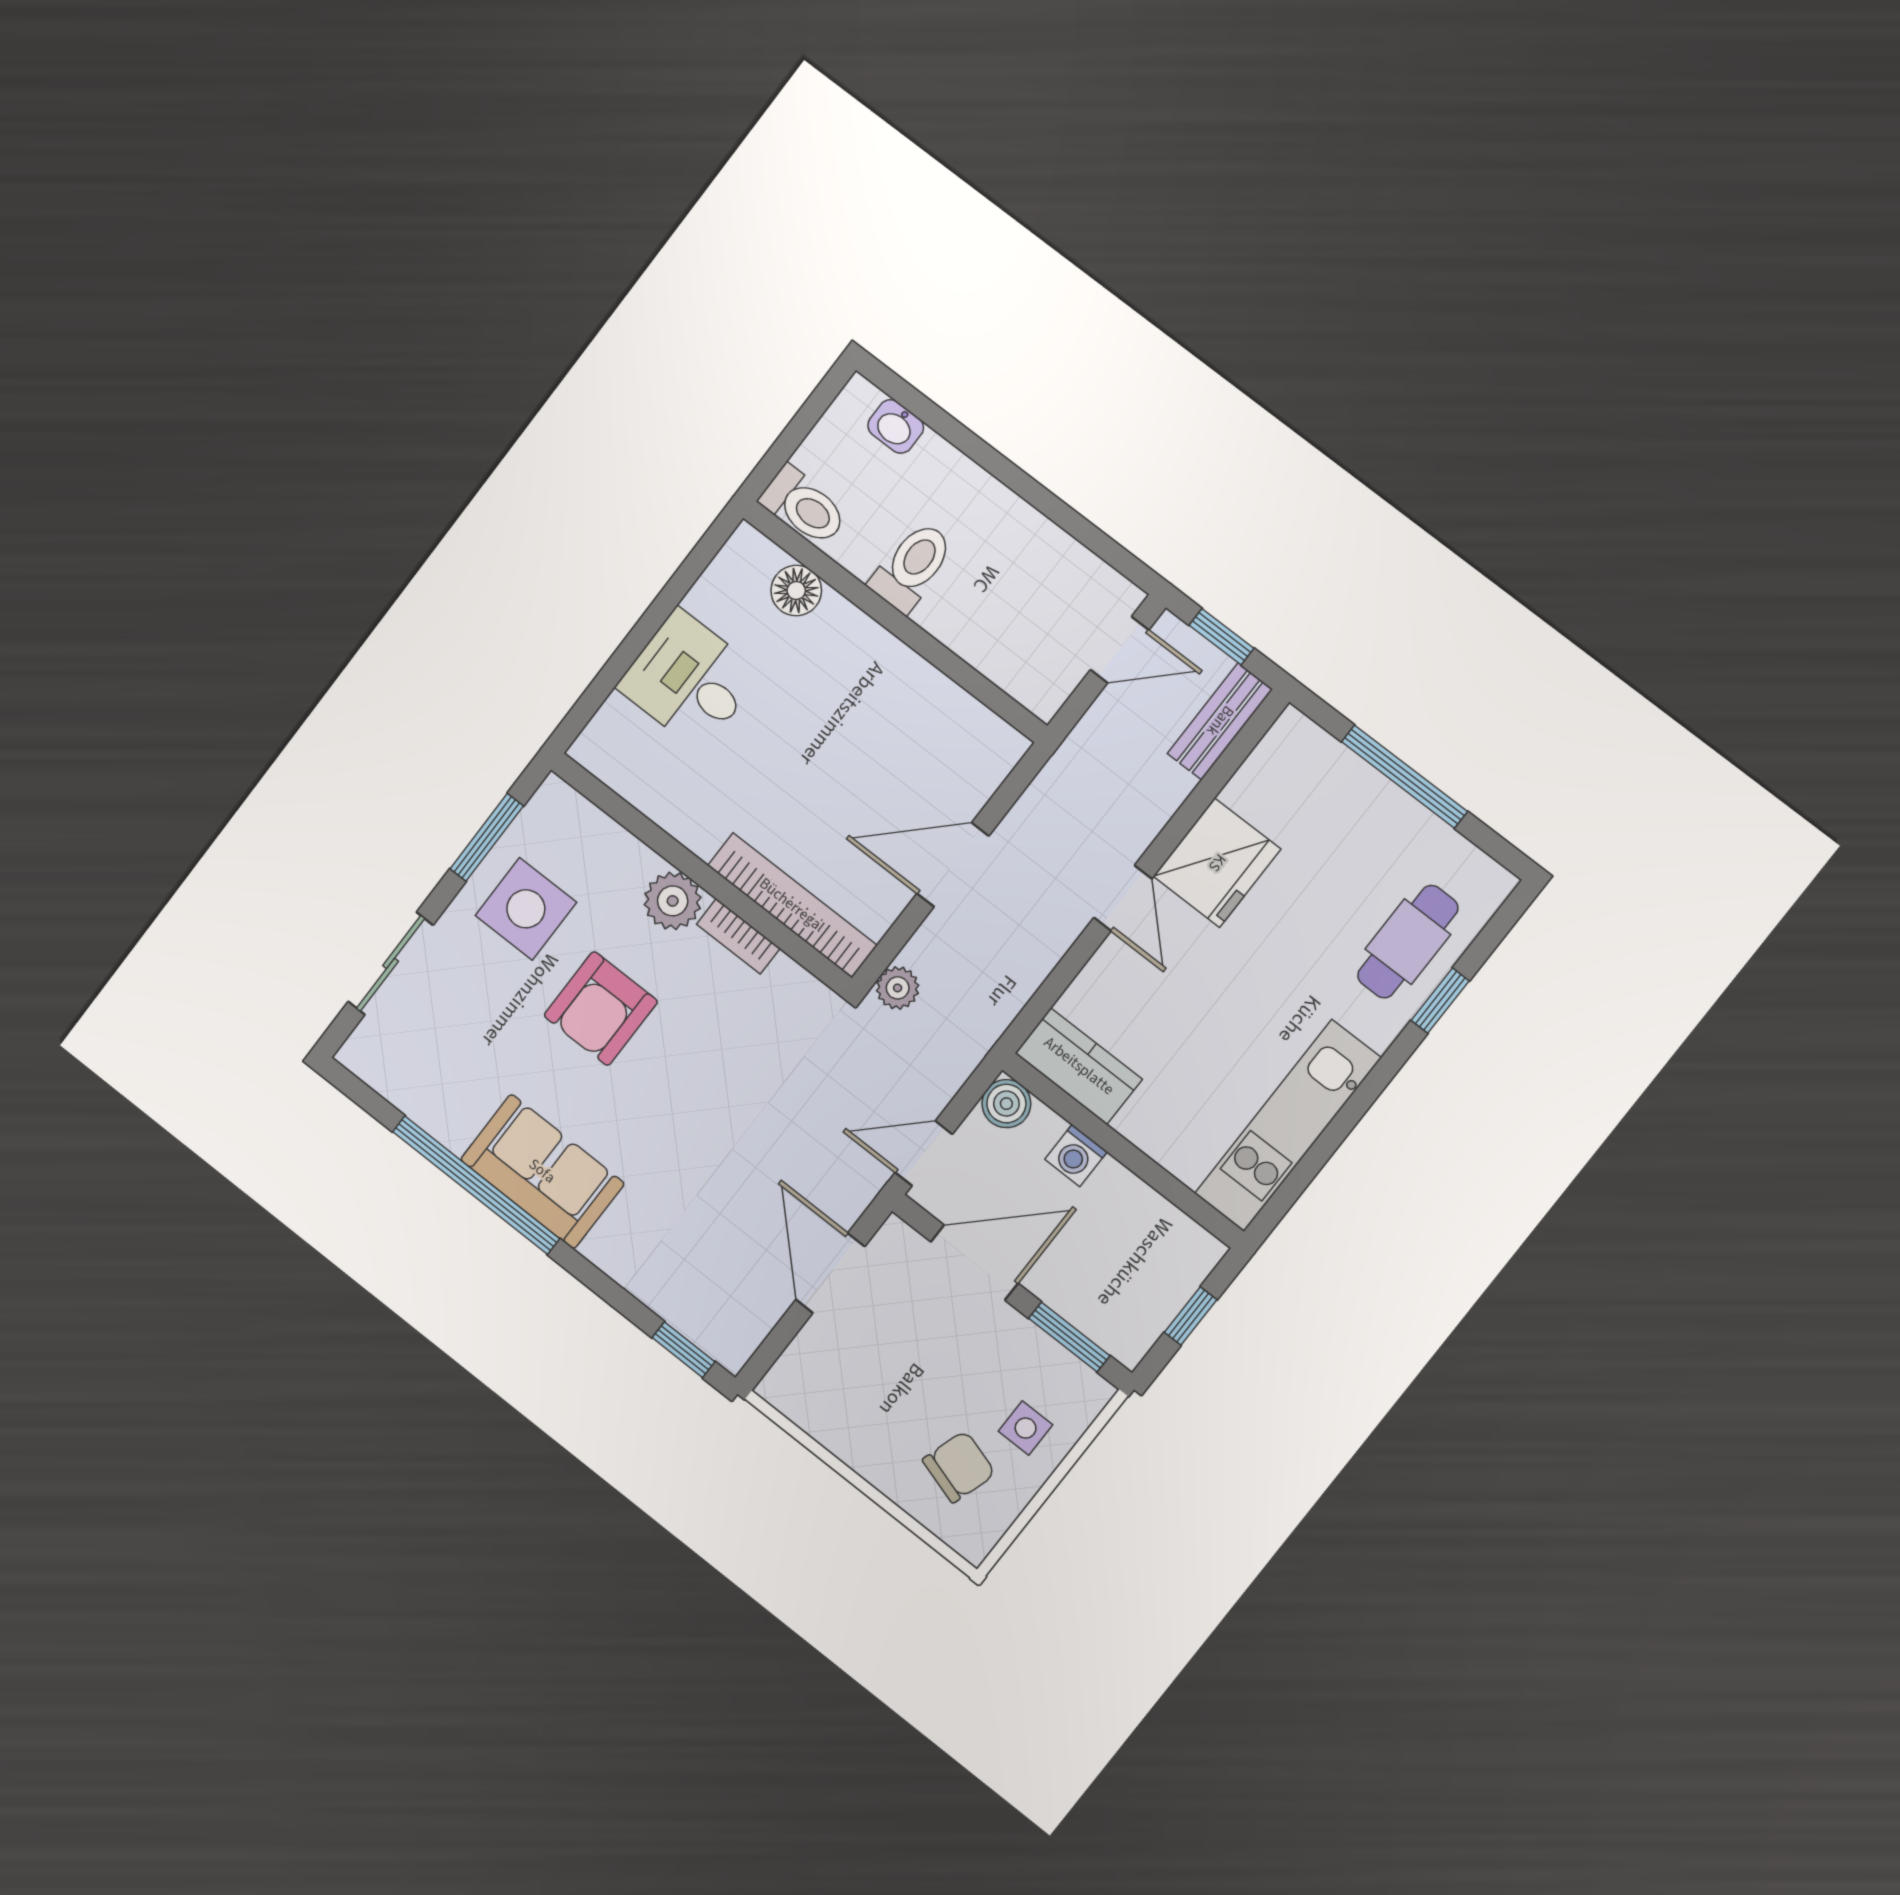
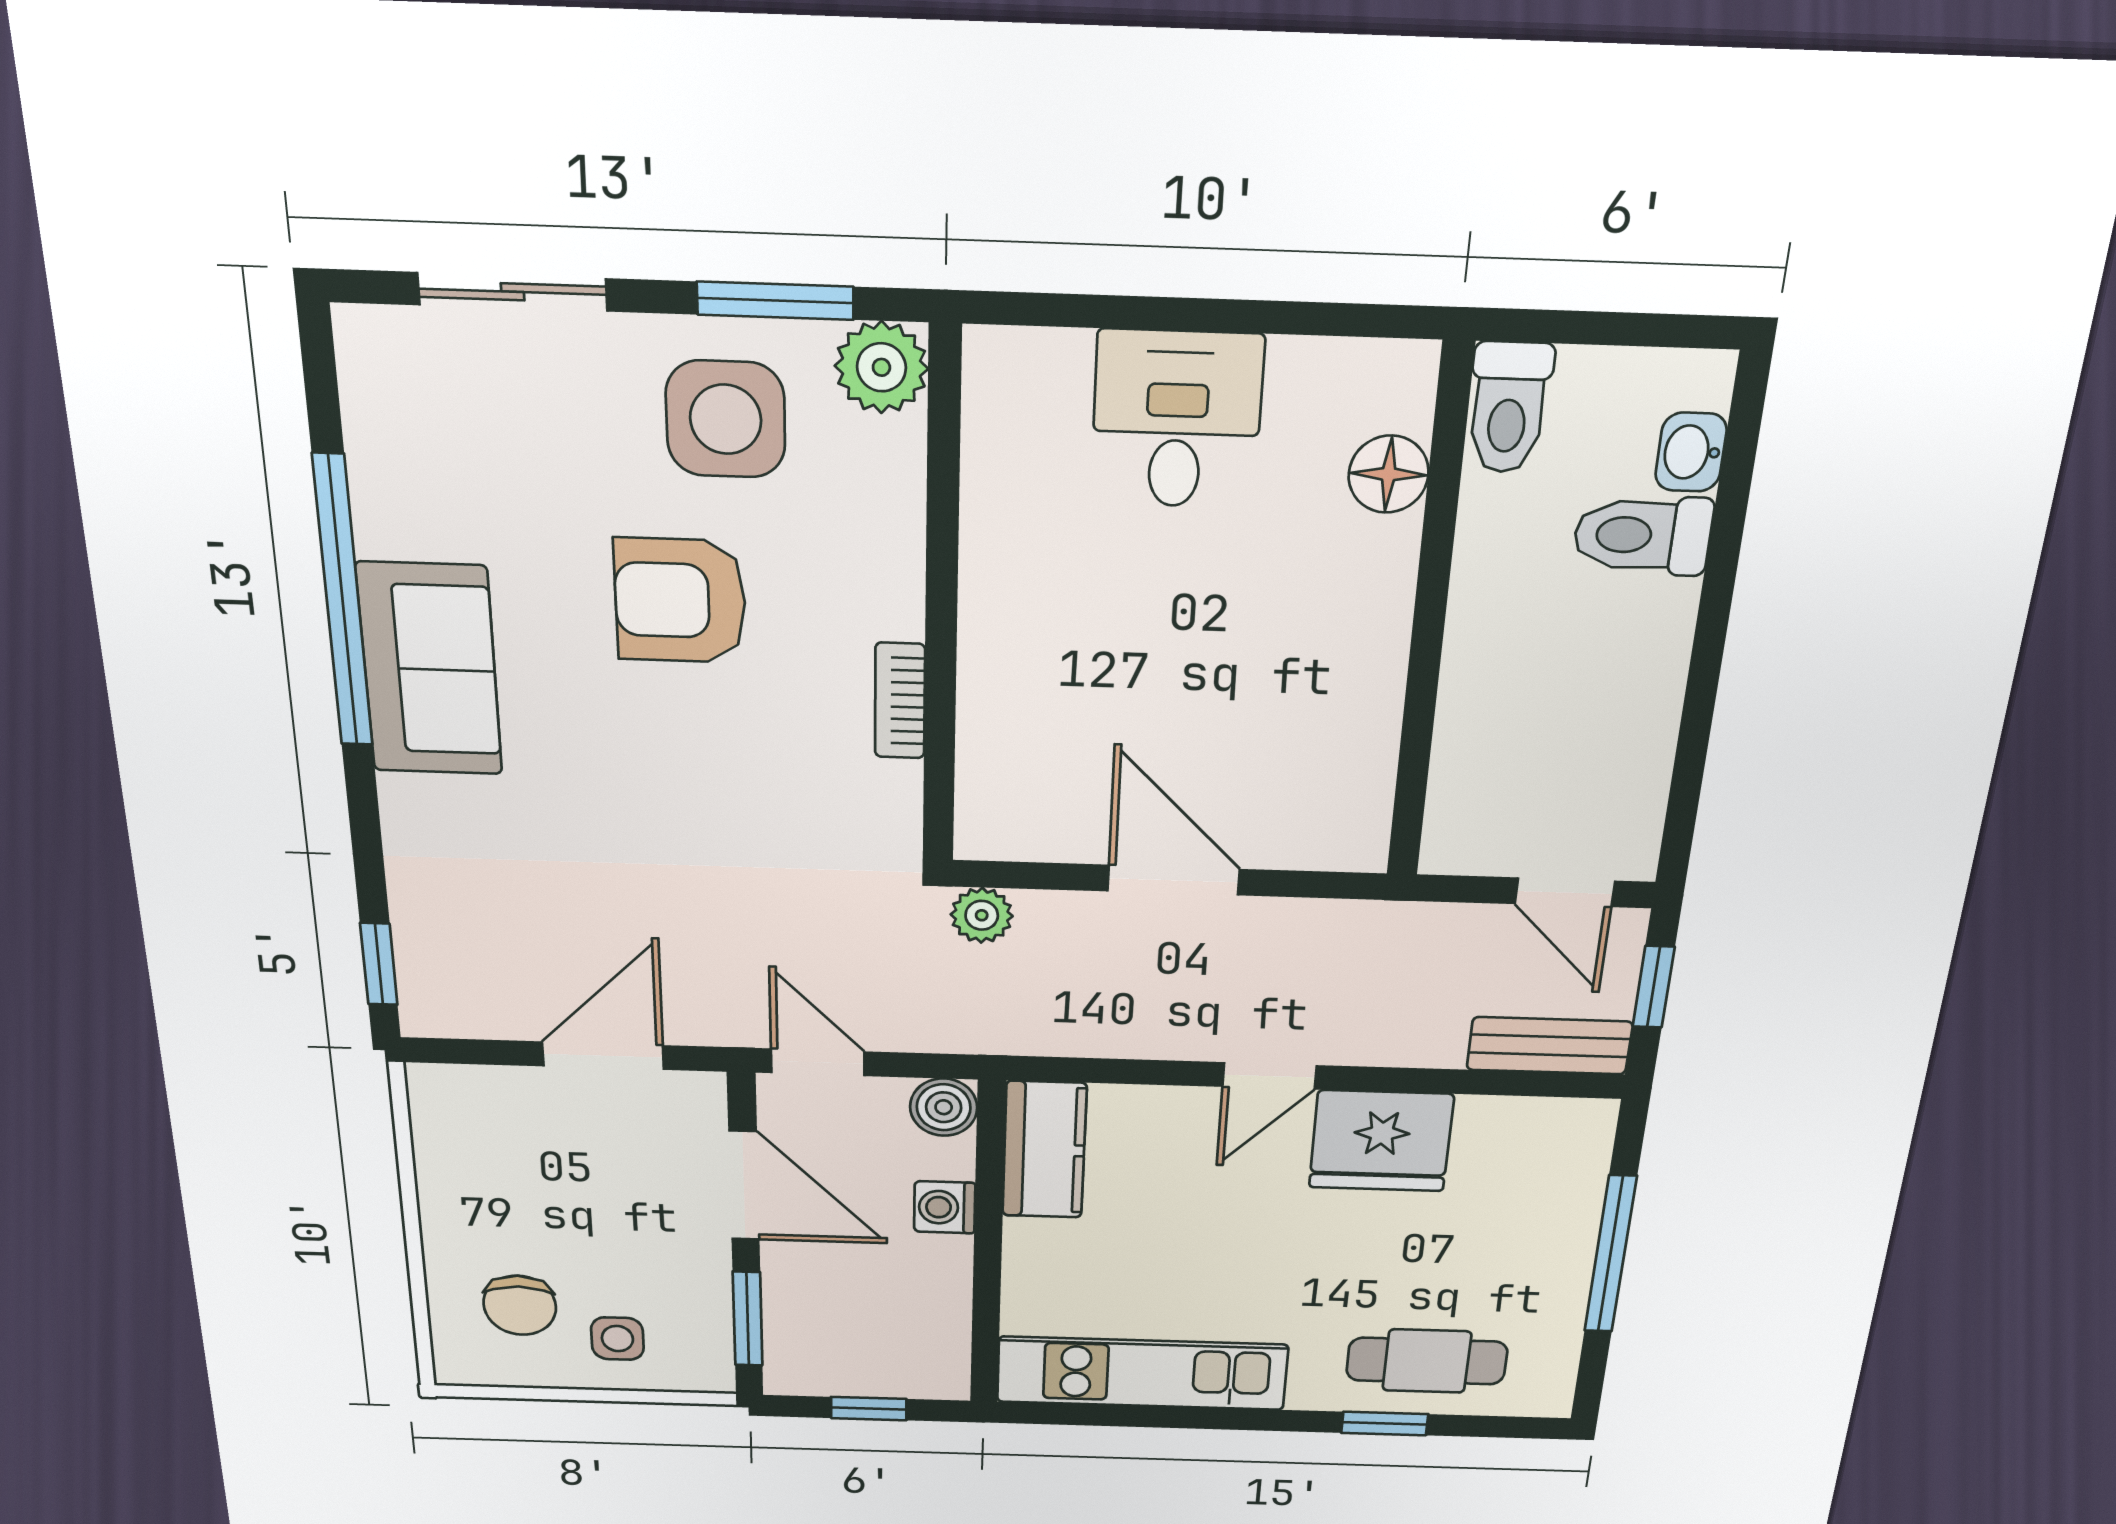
toilet: (912, 567) -> (1643, 535), moved, turned 180
plant: (673, 901) -> (881, 367), moved
bookcase: (792, 905) -> (986, 737), removed
chair: (959, 1467) -> (520, 1305), turned 73

